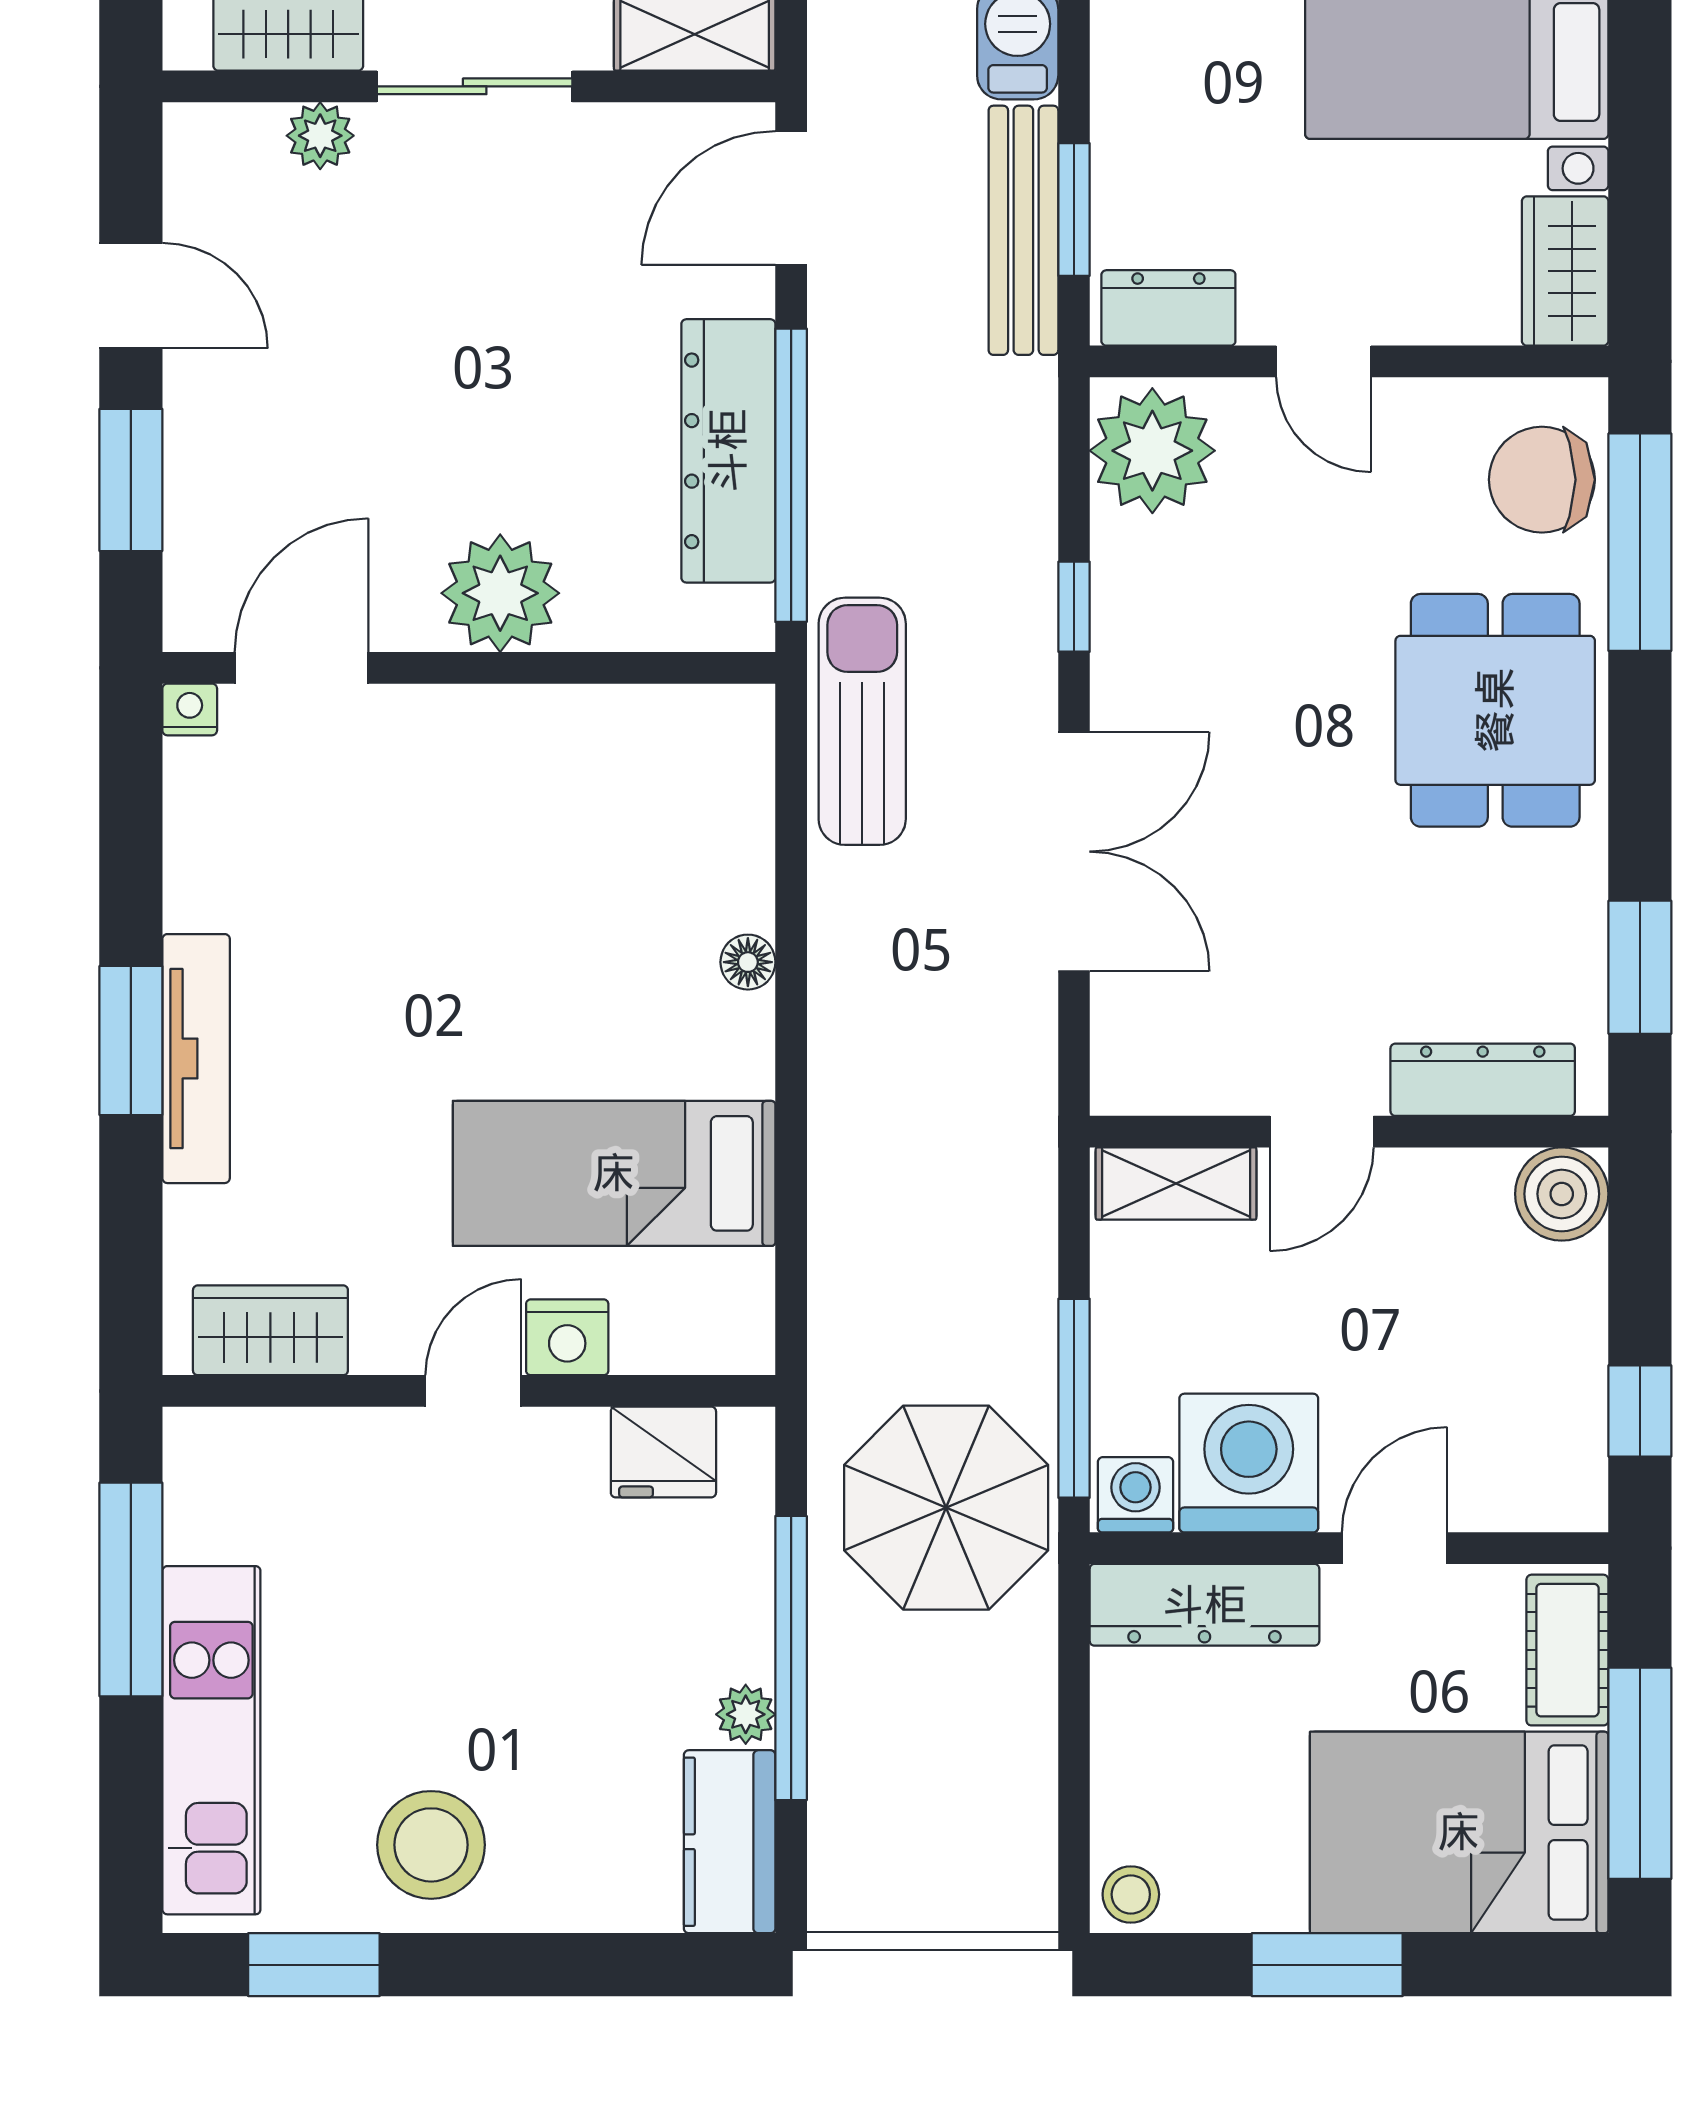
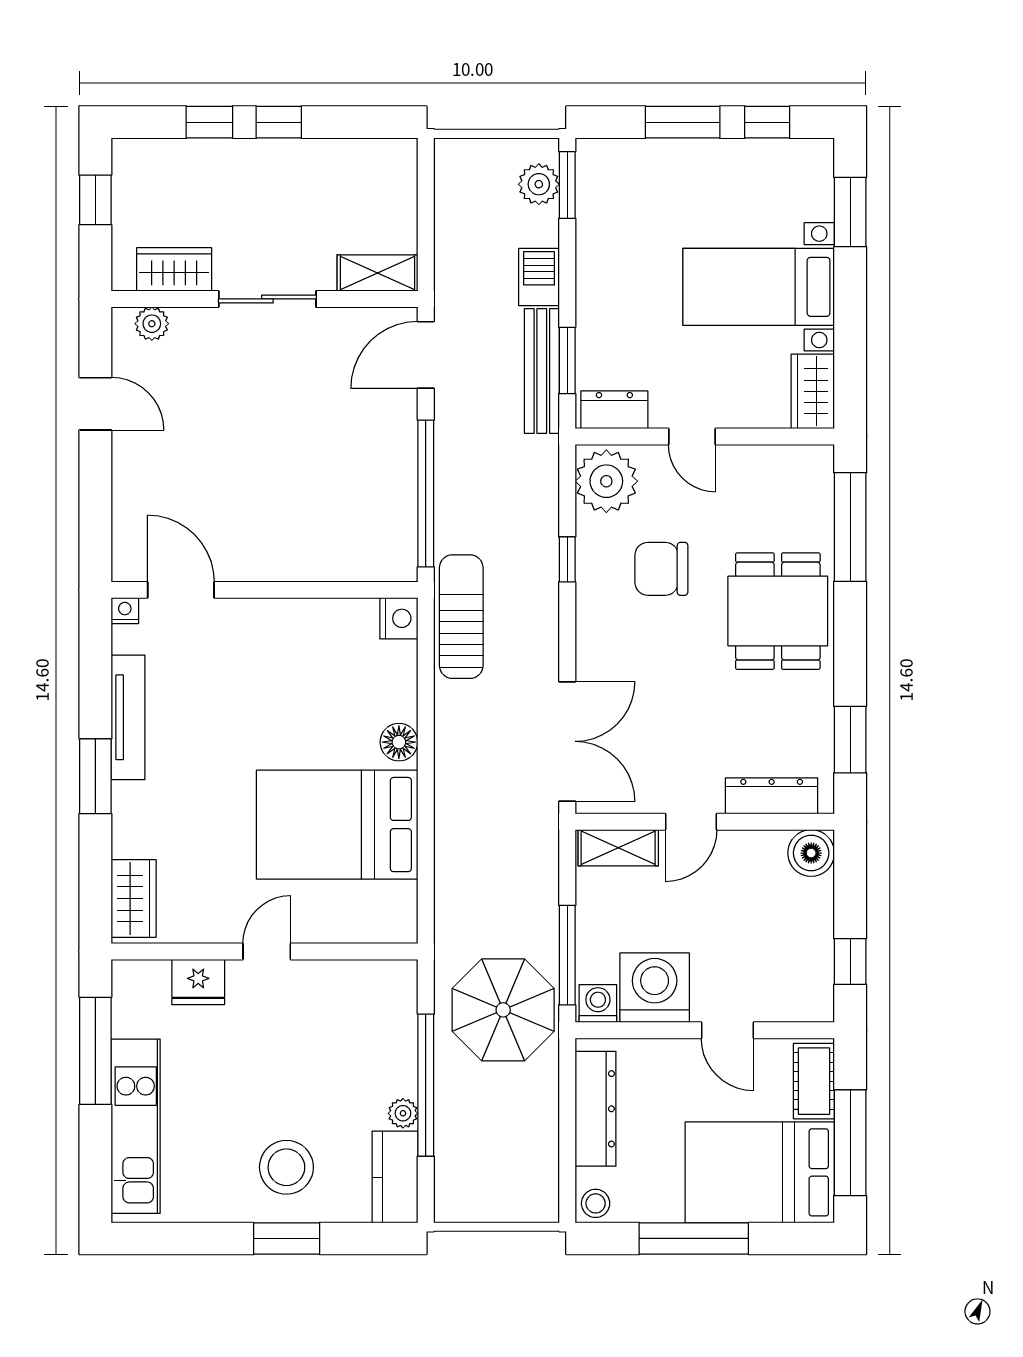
plant: (320, 136) -> (152, 324), moved
dresser: (728, 451) -> (394, 481), removed
window: (131, 480) -> (95, 496), removed
chair: (1542, 480) -> (661, 569), moved
plant: (500, 593) -> (280, 553), removed
door: (302, 668) -> (181, 590), hinge flipped
double door: (1074, 852) -> (567, 741), moved
floor lamp: (748, 962) -> (399, 742), width x1.37, depth x1.37
tv unit: (196, 1059) -> (128, 717), moved
bed: (614, 1173) -> (337, 825), width x1.50
wardrobe: (270, 1330) -> (134, 899), moved, turned 90
nightstand: (567, 1337) -> (399, 618), moved, turned -90
fridge: (663, 1452) -> (198, 982), moved
door: (1394, 1548) -> (727, 1030), swing flipped
dresser: (1204, 1605) -> (595, 1109), moved, turned -90
stool: (431, 1845) -> (286, 1167), moved
window: (314, 1965) -> (287, 1238), moved
window: (1327, 1965) -> (694, 1238), width x1.44

